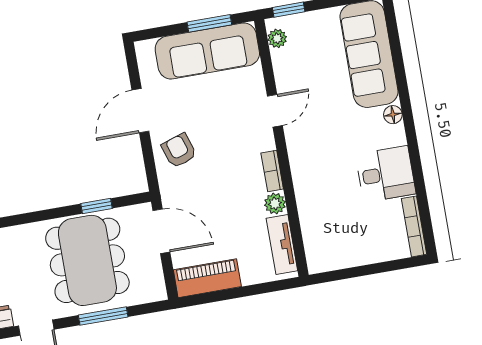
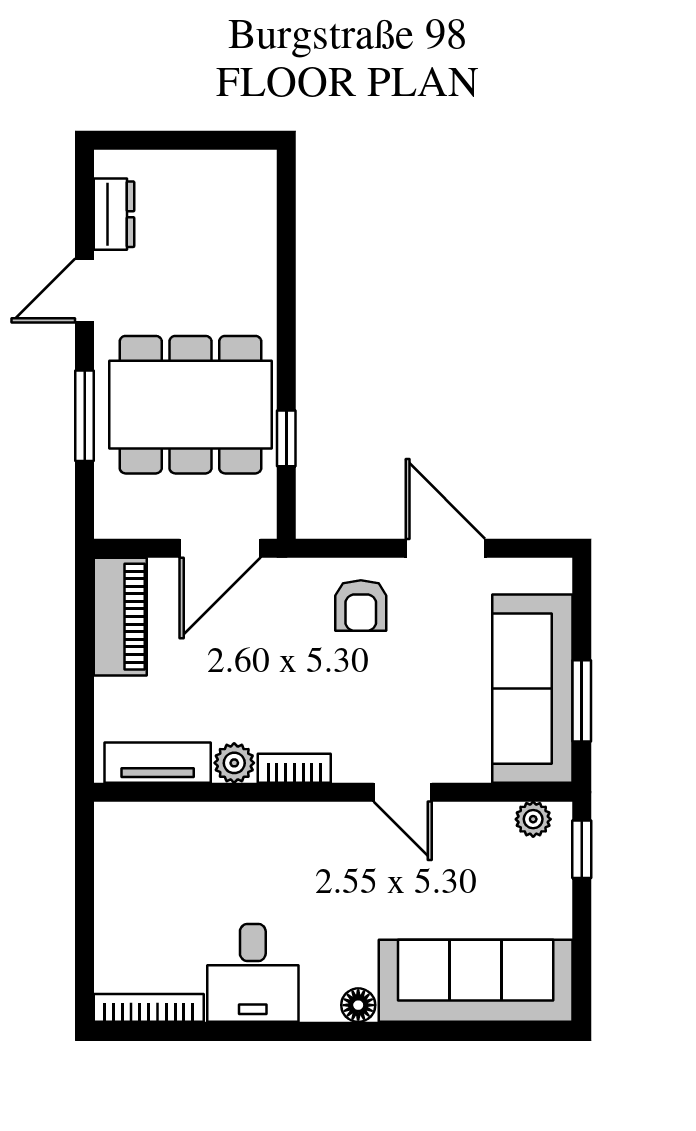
armchair: (179, 151) -> (361, 606), turned 108

